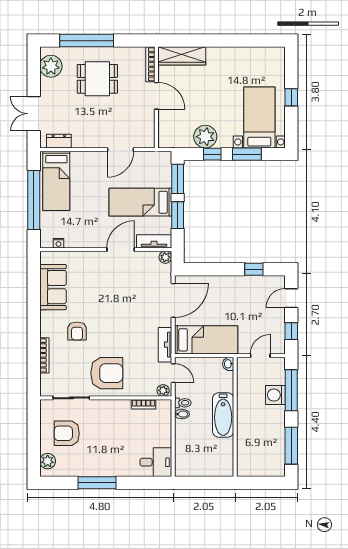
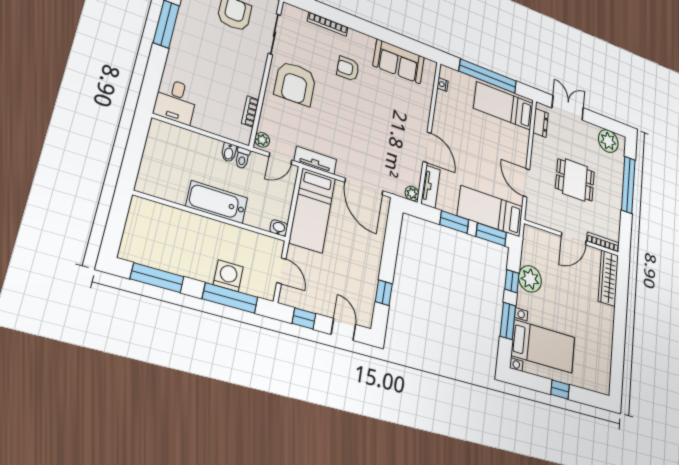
dining table: (97, 79) -> (575, 180), moved, turned 90
bed: (140, 202) -> (490, 211), moved, turned -90

